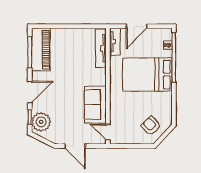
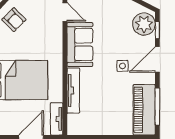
tv unit: (101, 48) -> (73, 91), moved
side table: (59, 87) -> (122, 66), added

